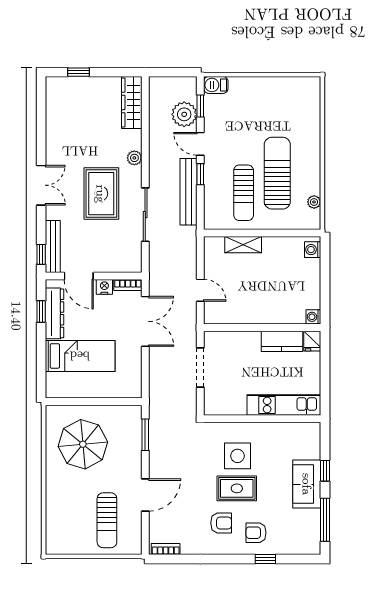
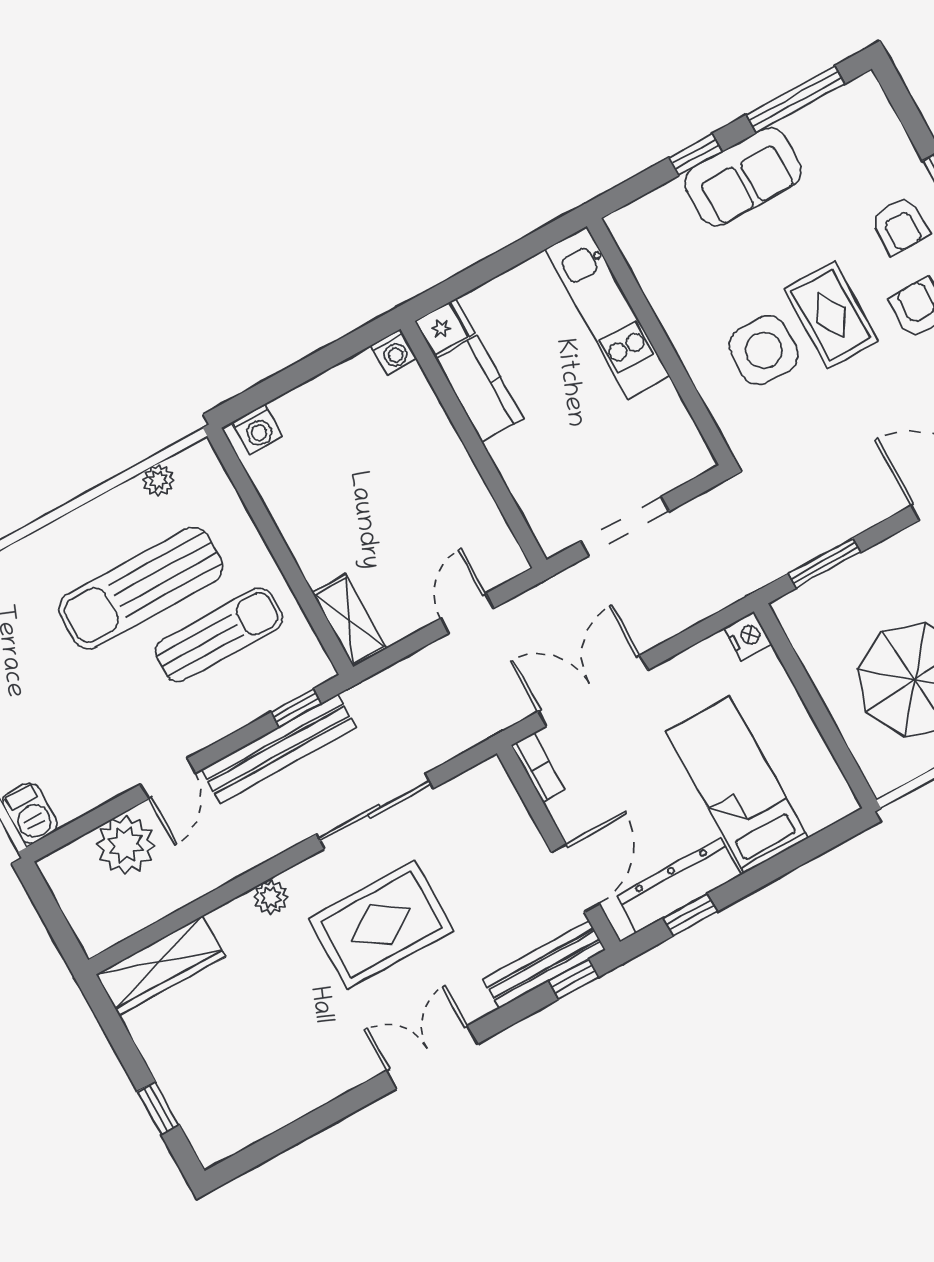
window: (200, 106) -> (90, 821), removed
window: (200, 174) -> (296, 708), moved
shelving: (243, 245) -> (349, 620), moved
nightstand: (104, 287) -> (748, 636), moved, turned 180

